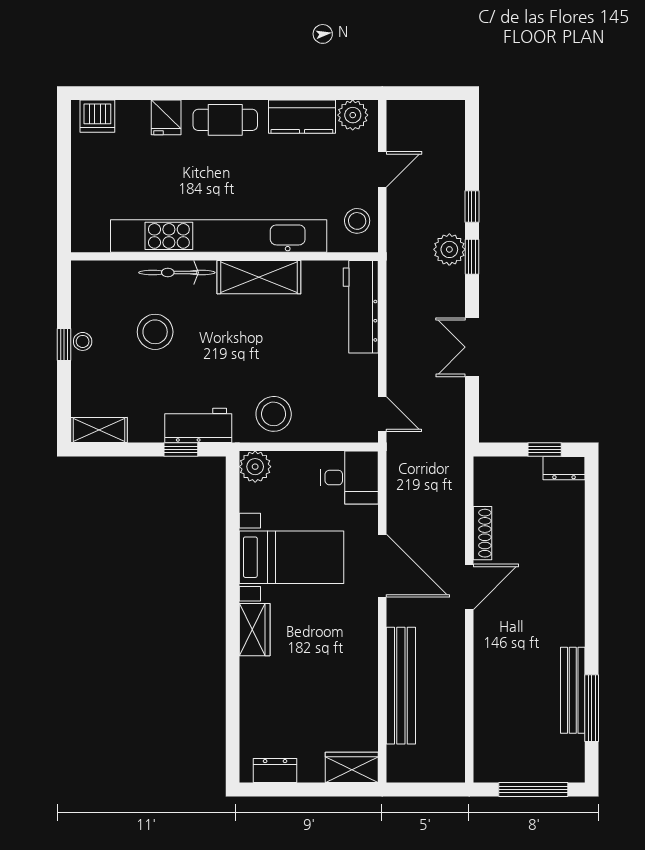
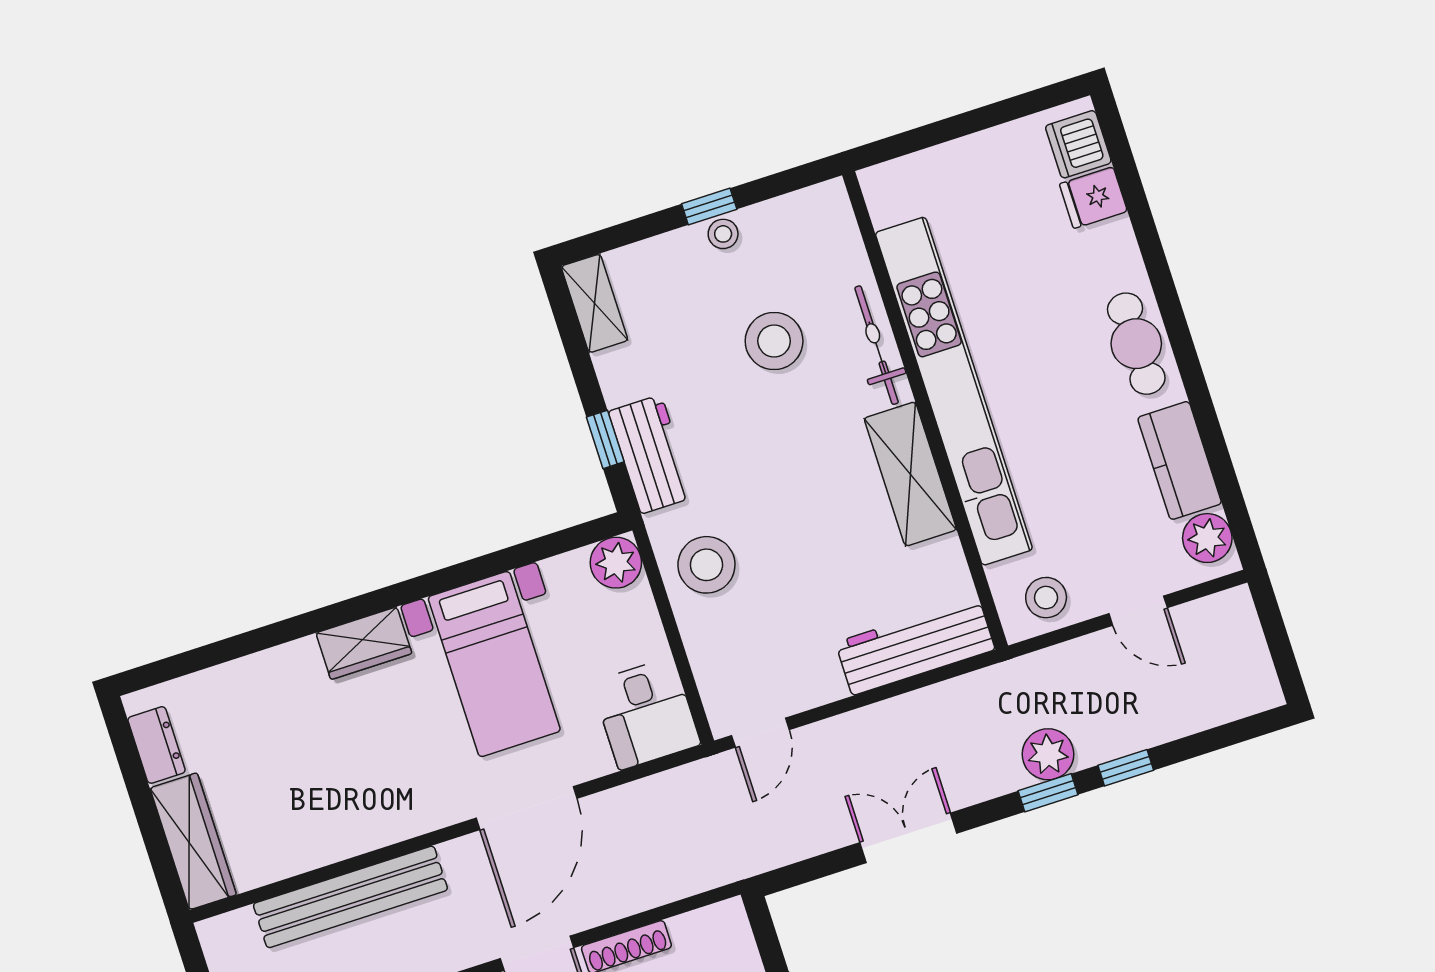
fridge: (166, 117) -> (1093, 198), moved
wardrobe: (352, 767) -> (193, 841), width x1.50

